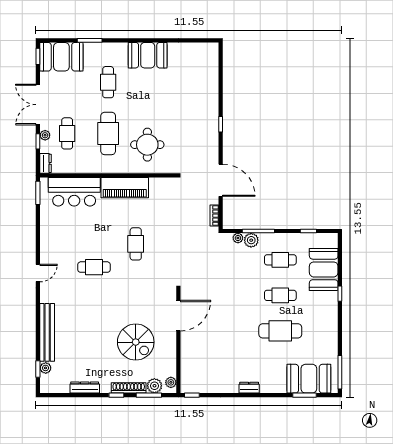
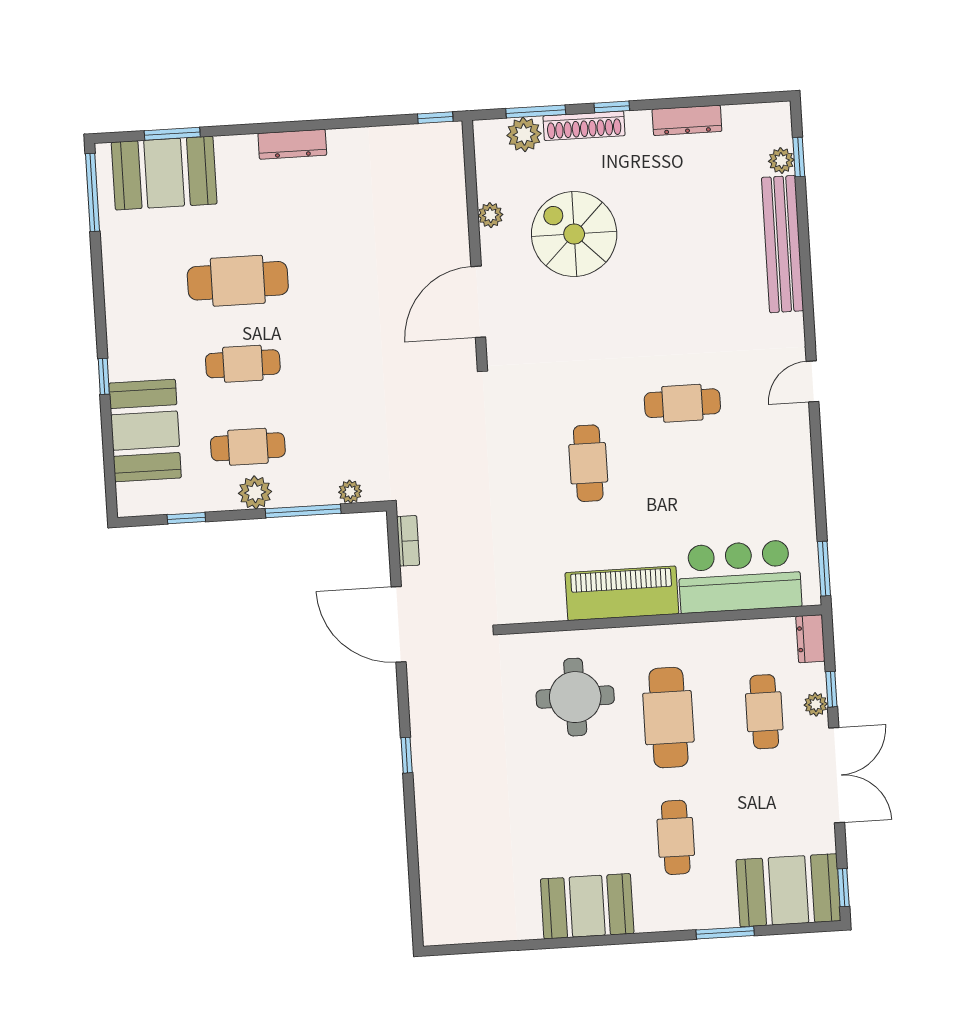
plant: (251, 240) -> (255, 492), moved
plant: (171, 382) -> (490, 215), moved
dresser: (249, 388) -> (292, 144), width x1.44

